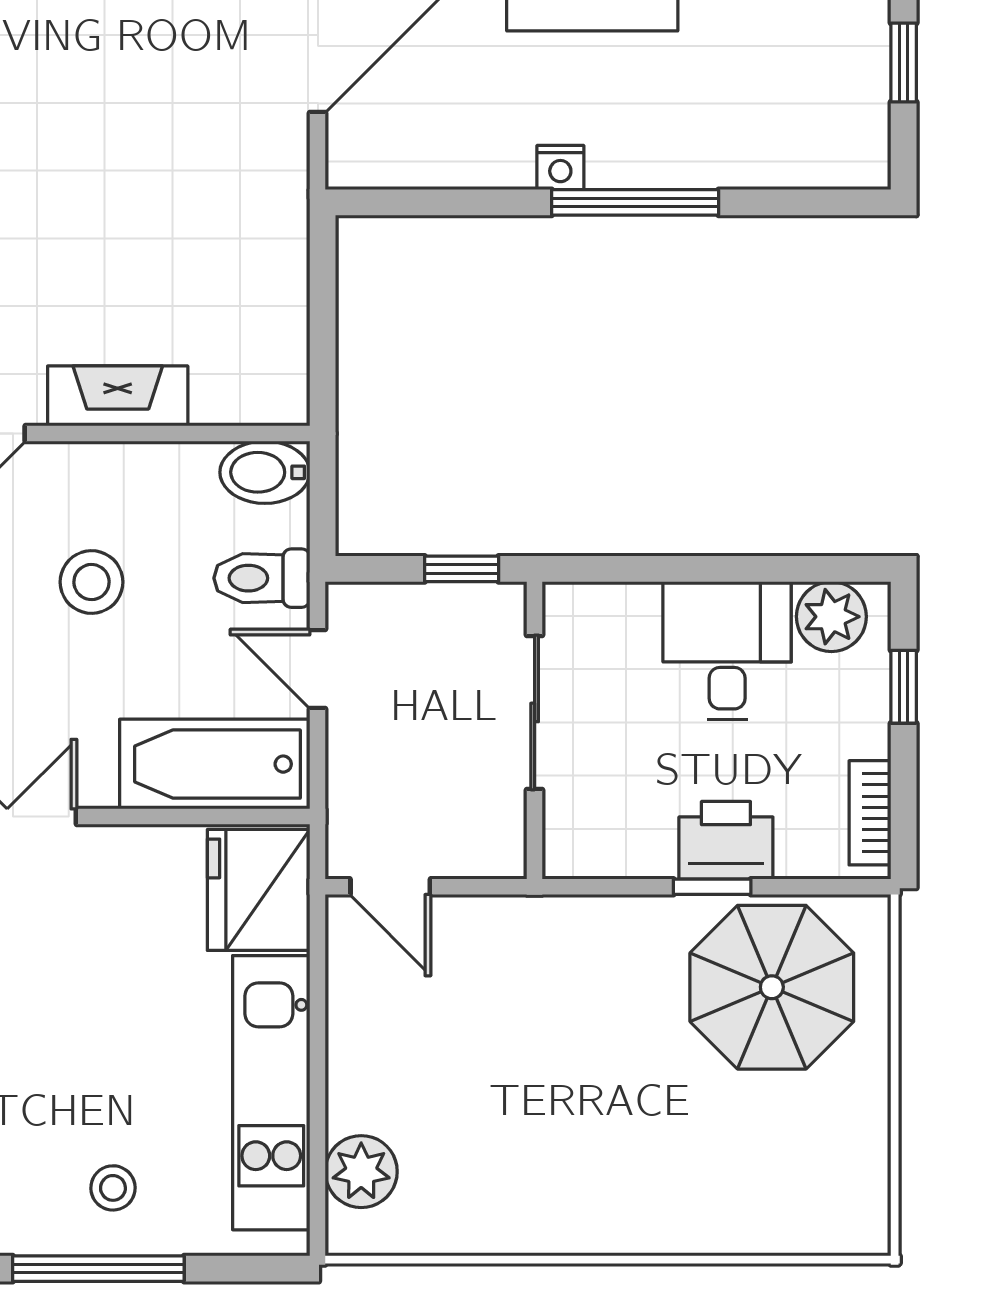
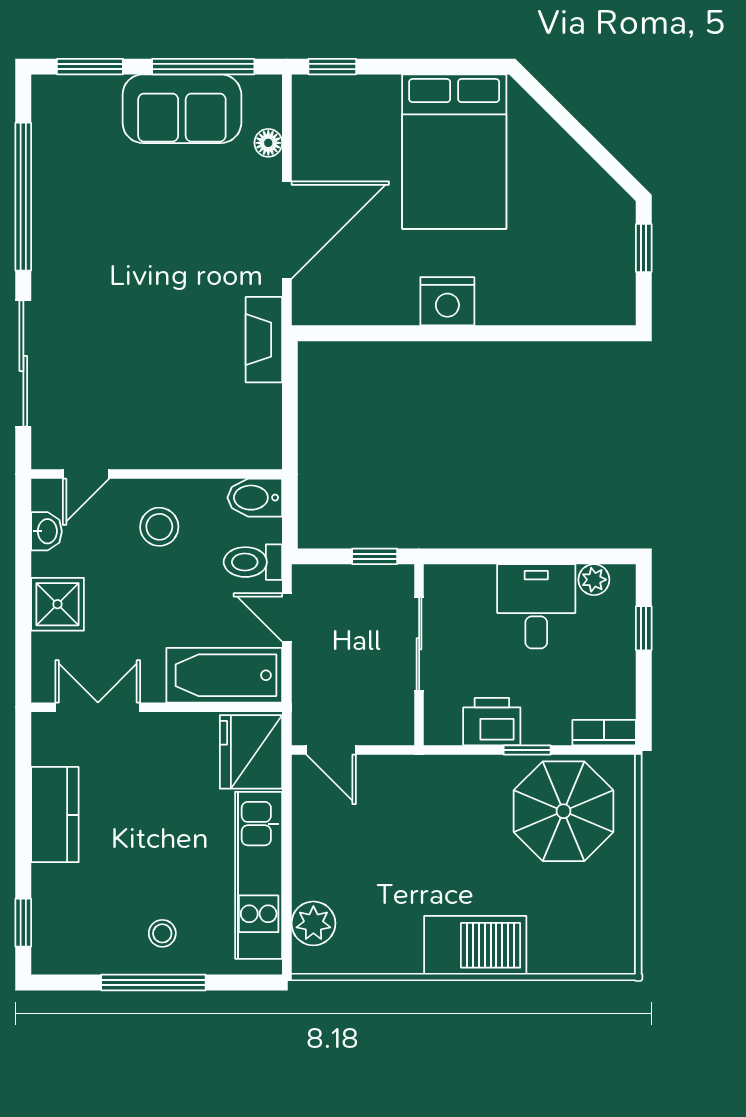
nightstand: (560, 168) -> (447, 301), width x1.89, depth x1.79
window: (635, 202) -> (480, 333), removed
fireplace: (118, 396) -> (264, 340), moved, turned -90
stool: (92, 582) -> (159, 527), moved
plant: (831, 617) -> (594, 580), width x0.73, depth x0.73
bookcase: (870, 813) -> (604, 733), moved, turned 90
printer: (726, 840) -> (492, 722), moved
barbecue: (627, 1207) -> (475, 945), added

